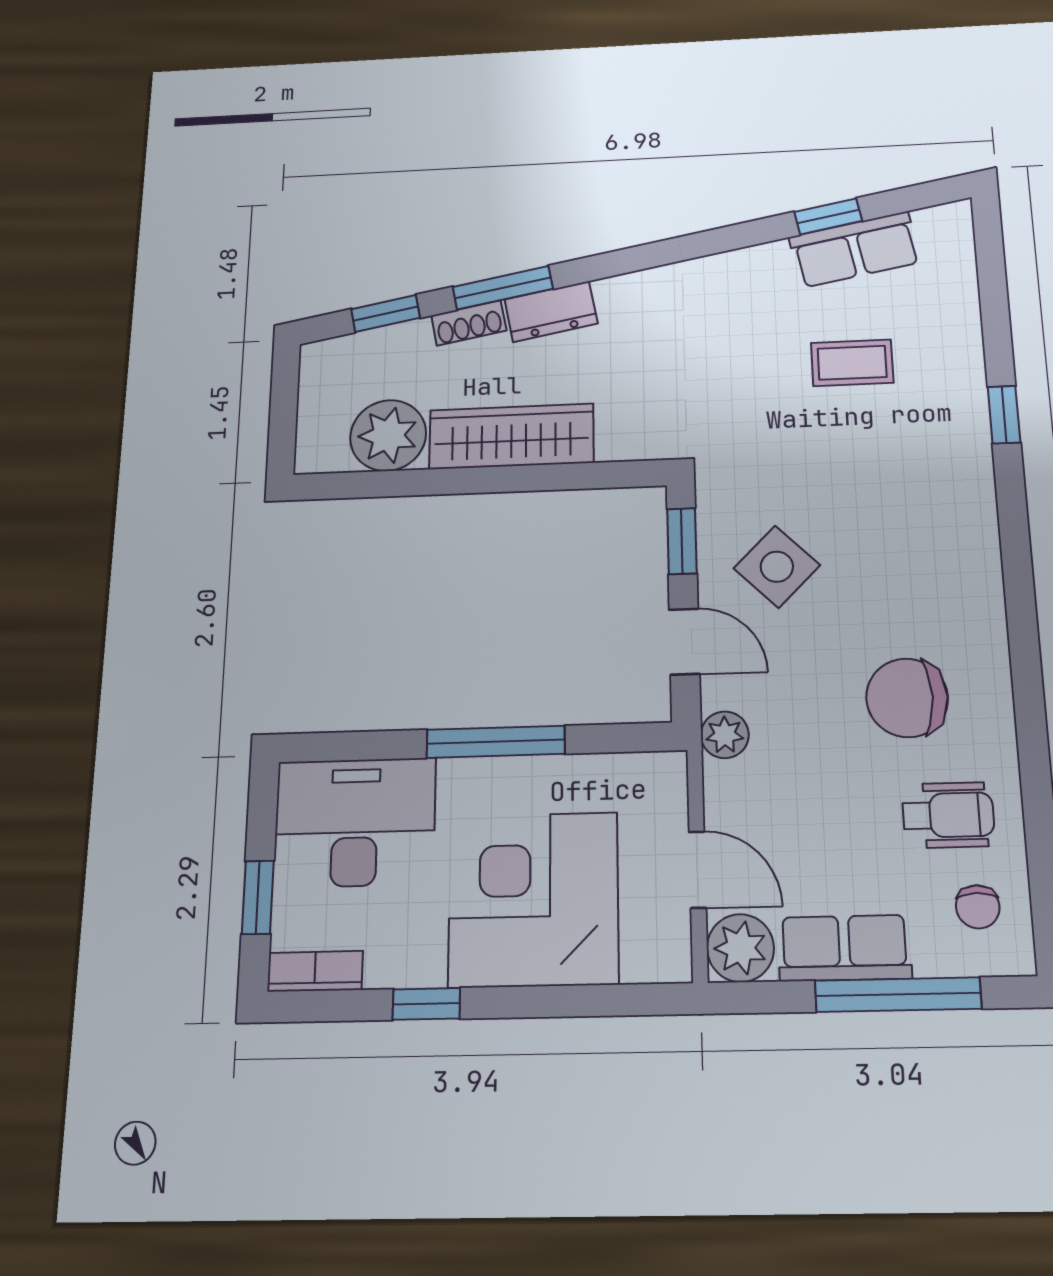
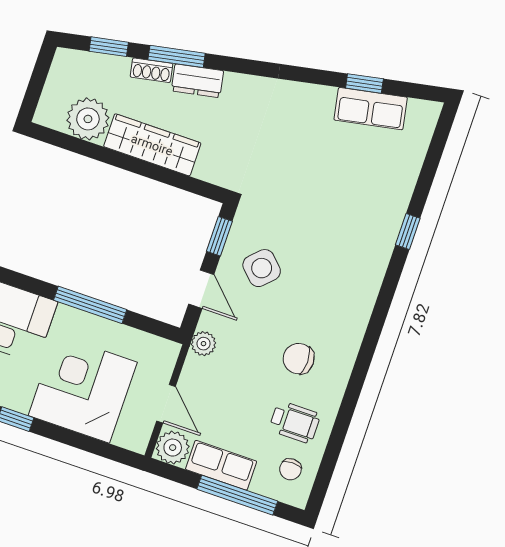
coffee table: (852, 363) -> (343, 173), removed
chair: (907, 698) -> (299, 359), width x0.73, depth x0.73

